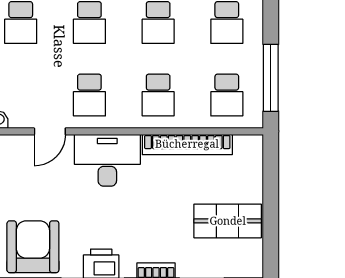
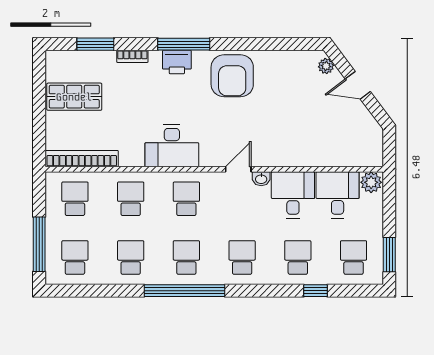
window: (271, 78) -> (39, 244), moved
door: (50, 131) -> (238, 169), moved
bookcase: (187, 144) -> (82, 159), moved

